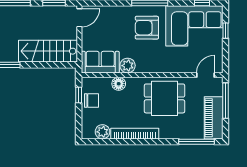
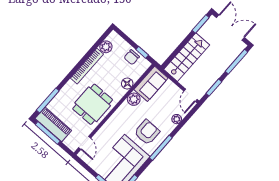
plant: (112, 11) -> (177, 119), added
window: (226, 101) -> (48, 133), moved

